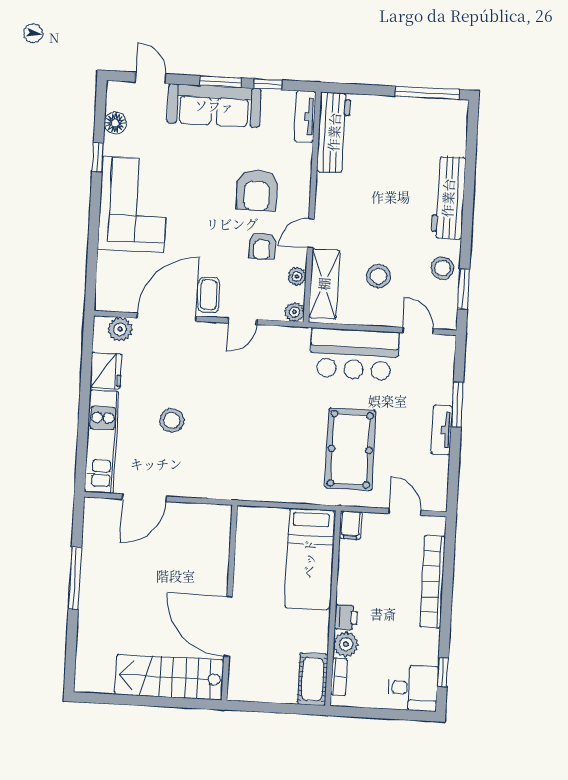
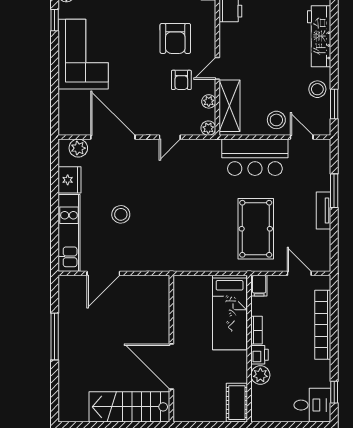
stool: (378, 276) -> (276, 120), moved
coffee table: (209, 295) -> (143, 119), removed
door: (167, 317) -> (113, 137), hinge flipped
bookcase: (339, 677) -> (257, 330), moved

